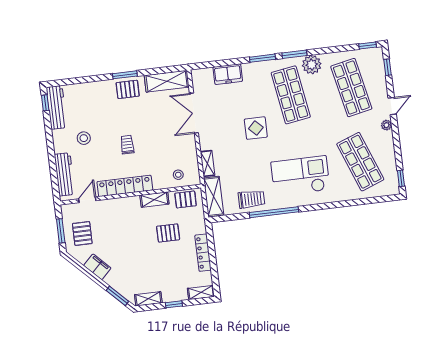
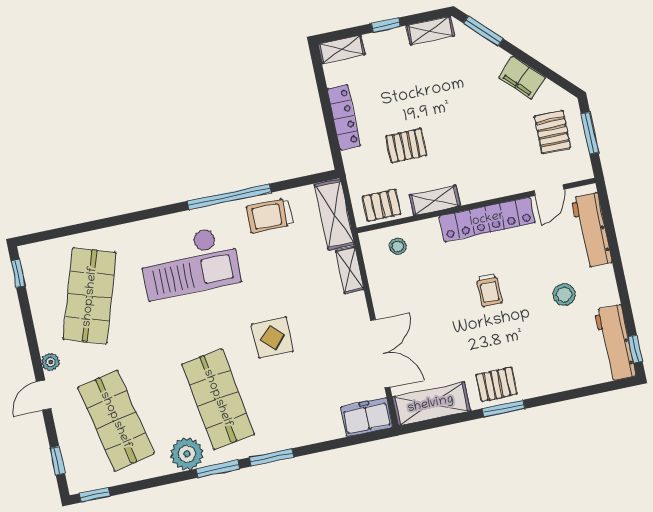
freezer: (228, 74) -> (367, 417), moved
shop shelf: (360, 162) -> (90, 296), turned 39

